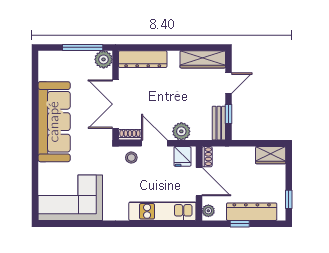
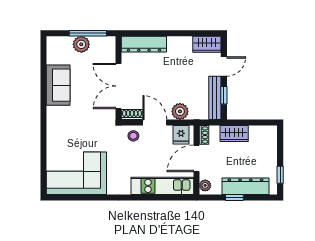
plant: (104, 59) -> (81, 44), moved
wardrobe: (203, 59) -> (207, 44), width x0.67
sofa: (54, 122) -> (58, 85), width x0.54, depth x0.79
bench: (219, 123) -> (215, 98), width x1.36
wardrobe: (271, 155) -> (234, 134), moved
door: (199, 182) -> (196, 158), swing flipped

